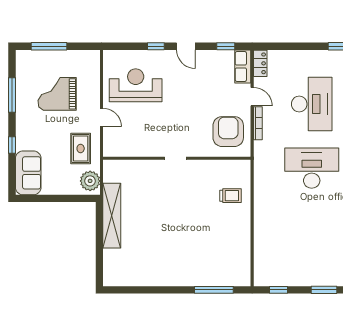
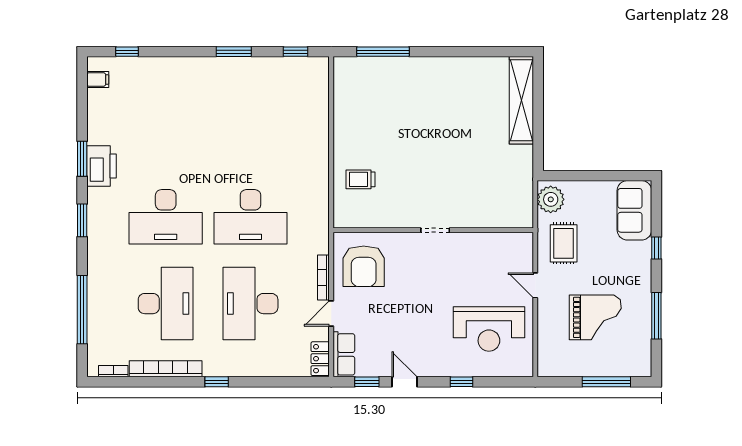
door: (186, 46) -> (404, 382), moved
door: (252, 97) -> (331, 314), hinge flipped
shelving: (112, 216) -> (521, 100), moved

